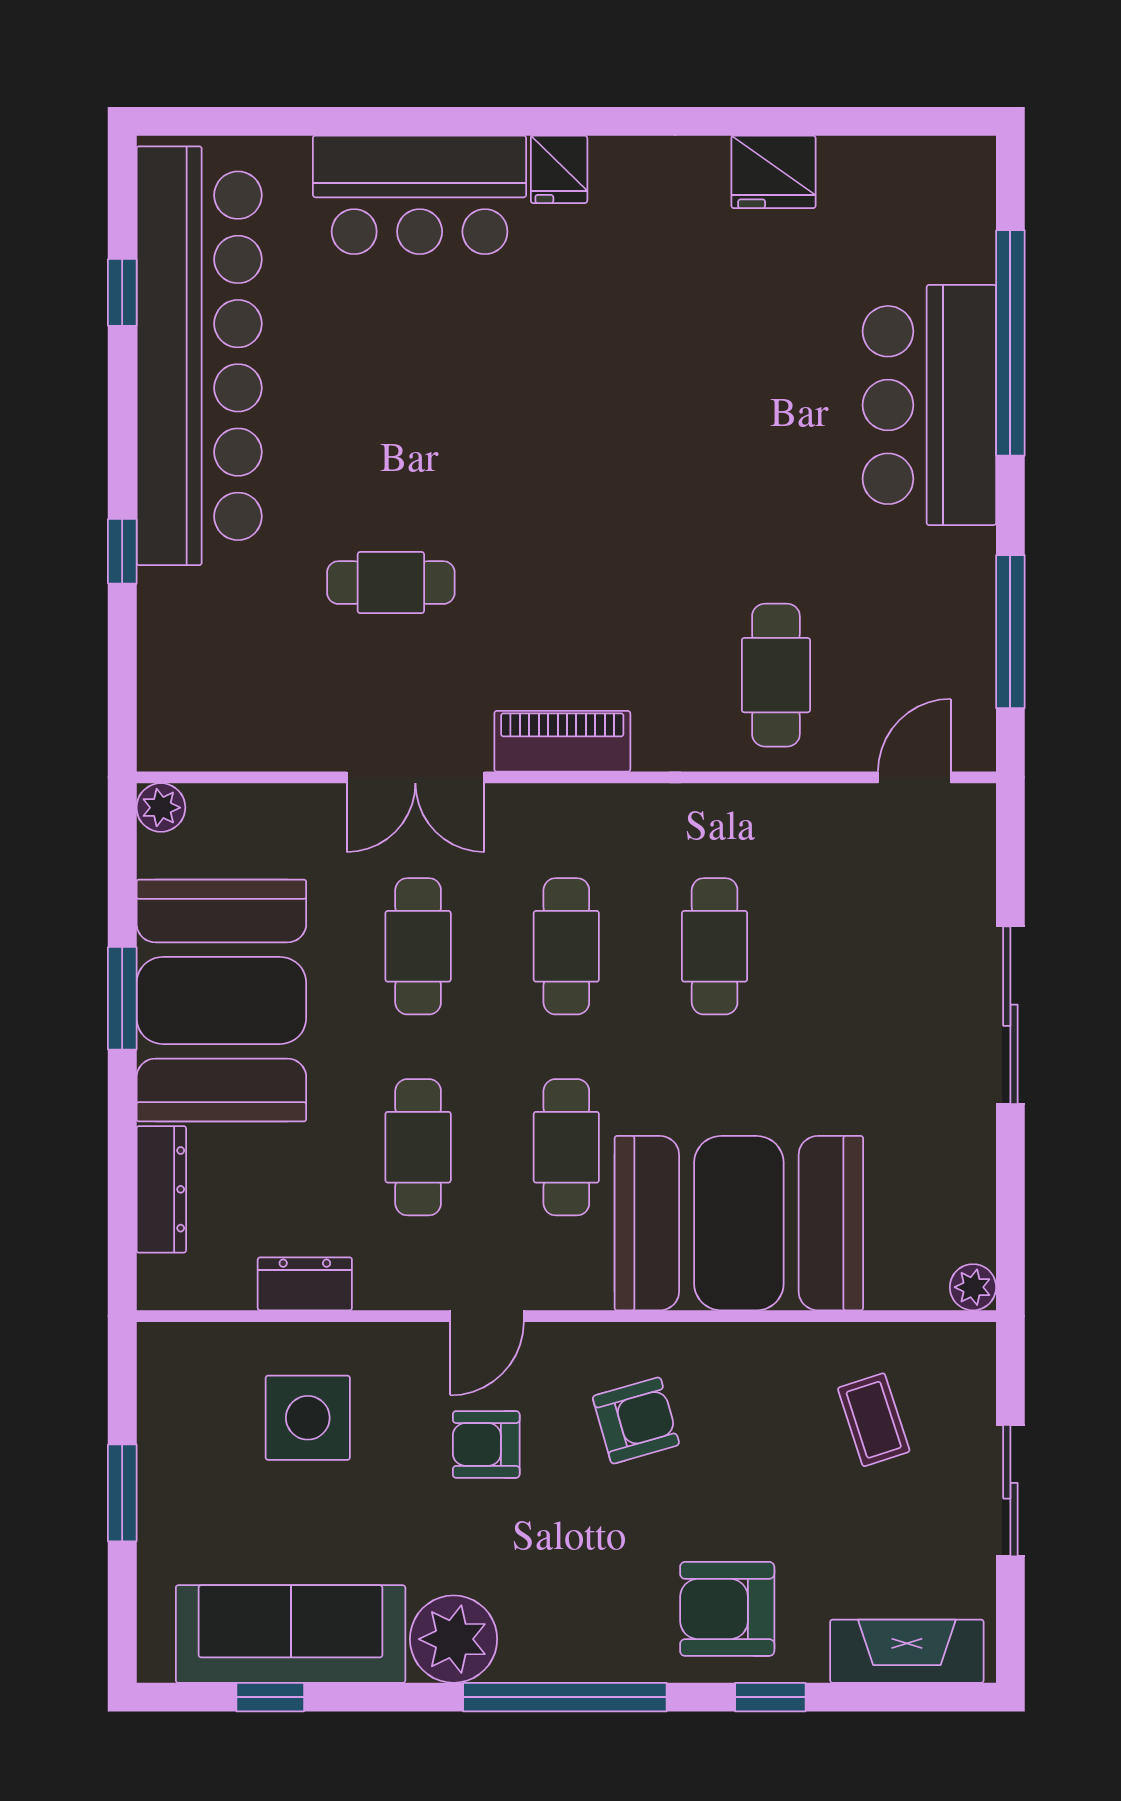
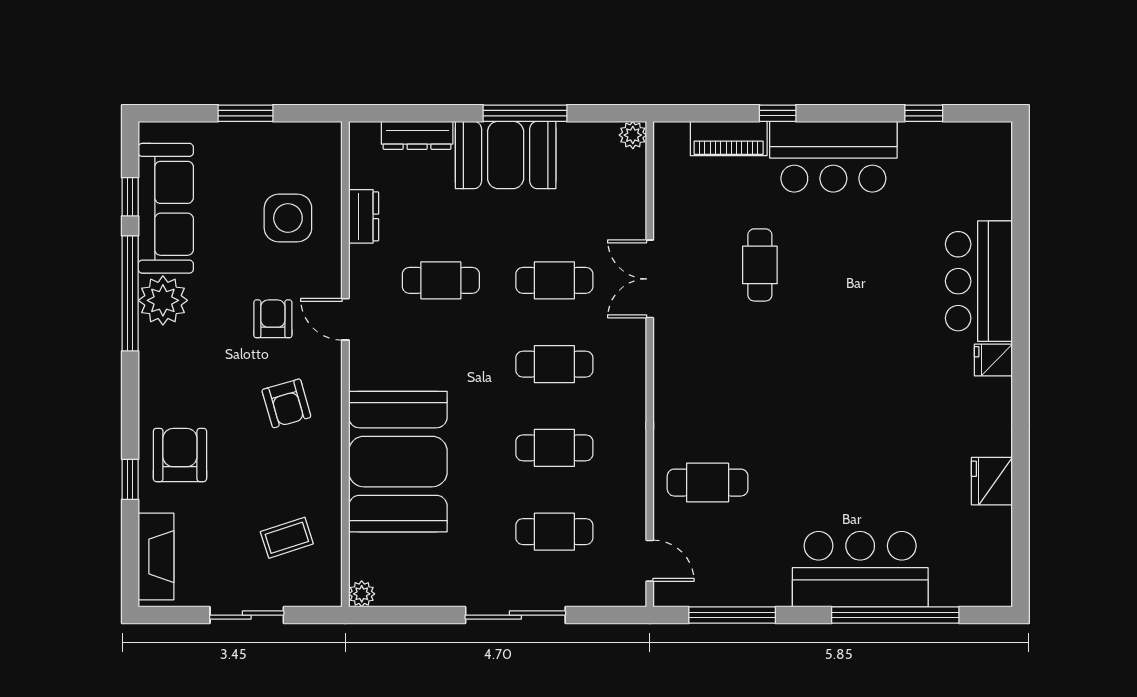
bar counter: (199, 356) -> (833, 157), width x0.54
piano: (562, 741) -> (729, 138), moved, turned 90
window: (122, 998) -> (525, 113), width x1.44
booth: (221, 1000) -> (506, 155), width x0.73, depth x0.70
cafe table: (566, 1147) -> (554, 532), moved
window: (565, 1697) -> (130, 293), moved

